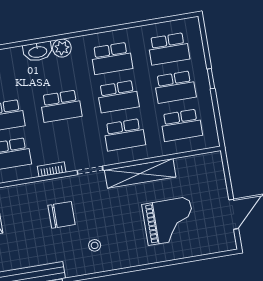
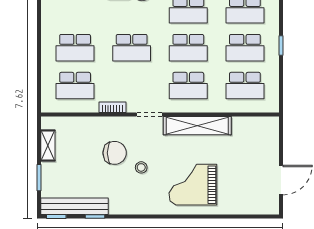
grand piano: (169, 221) -> (193, 185), moved, turned 180
stool: (95, 245) -> (141, 167), moved

